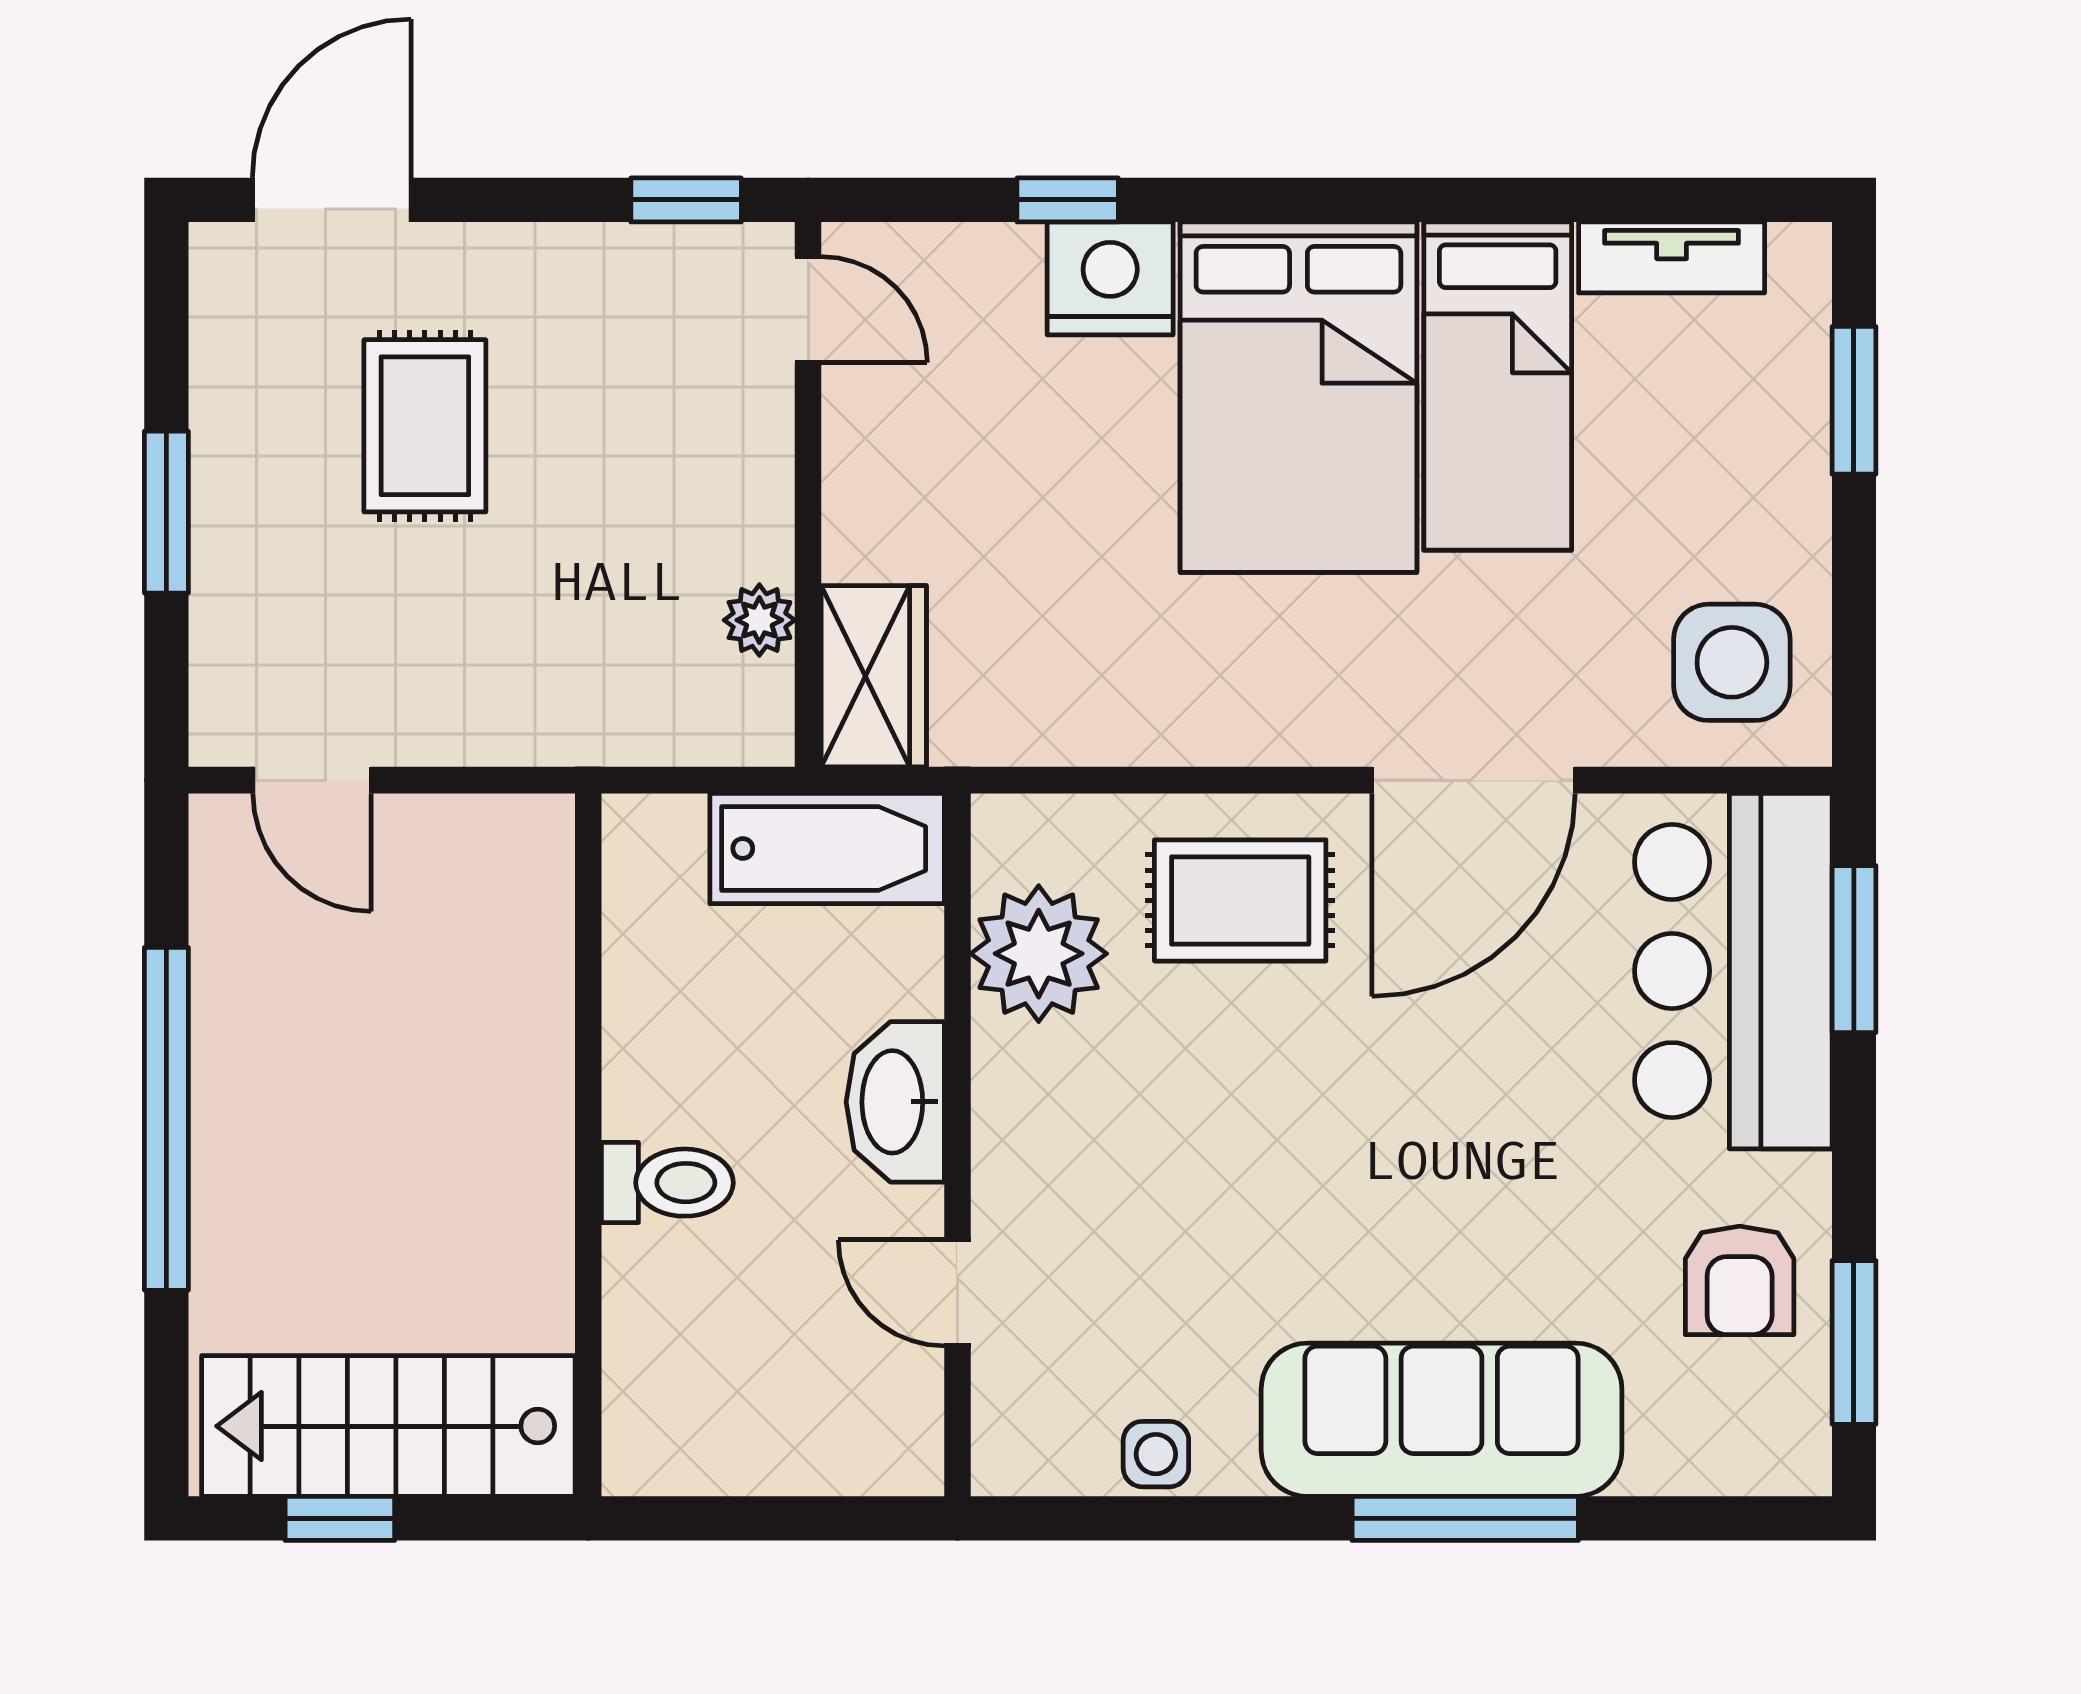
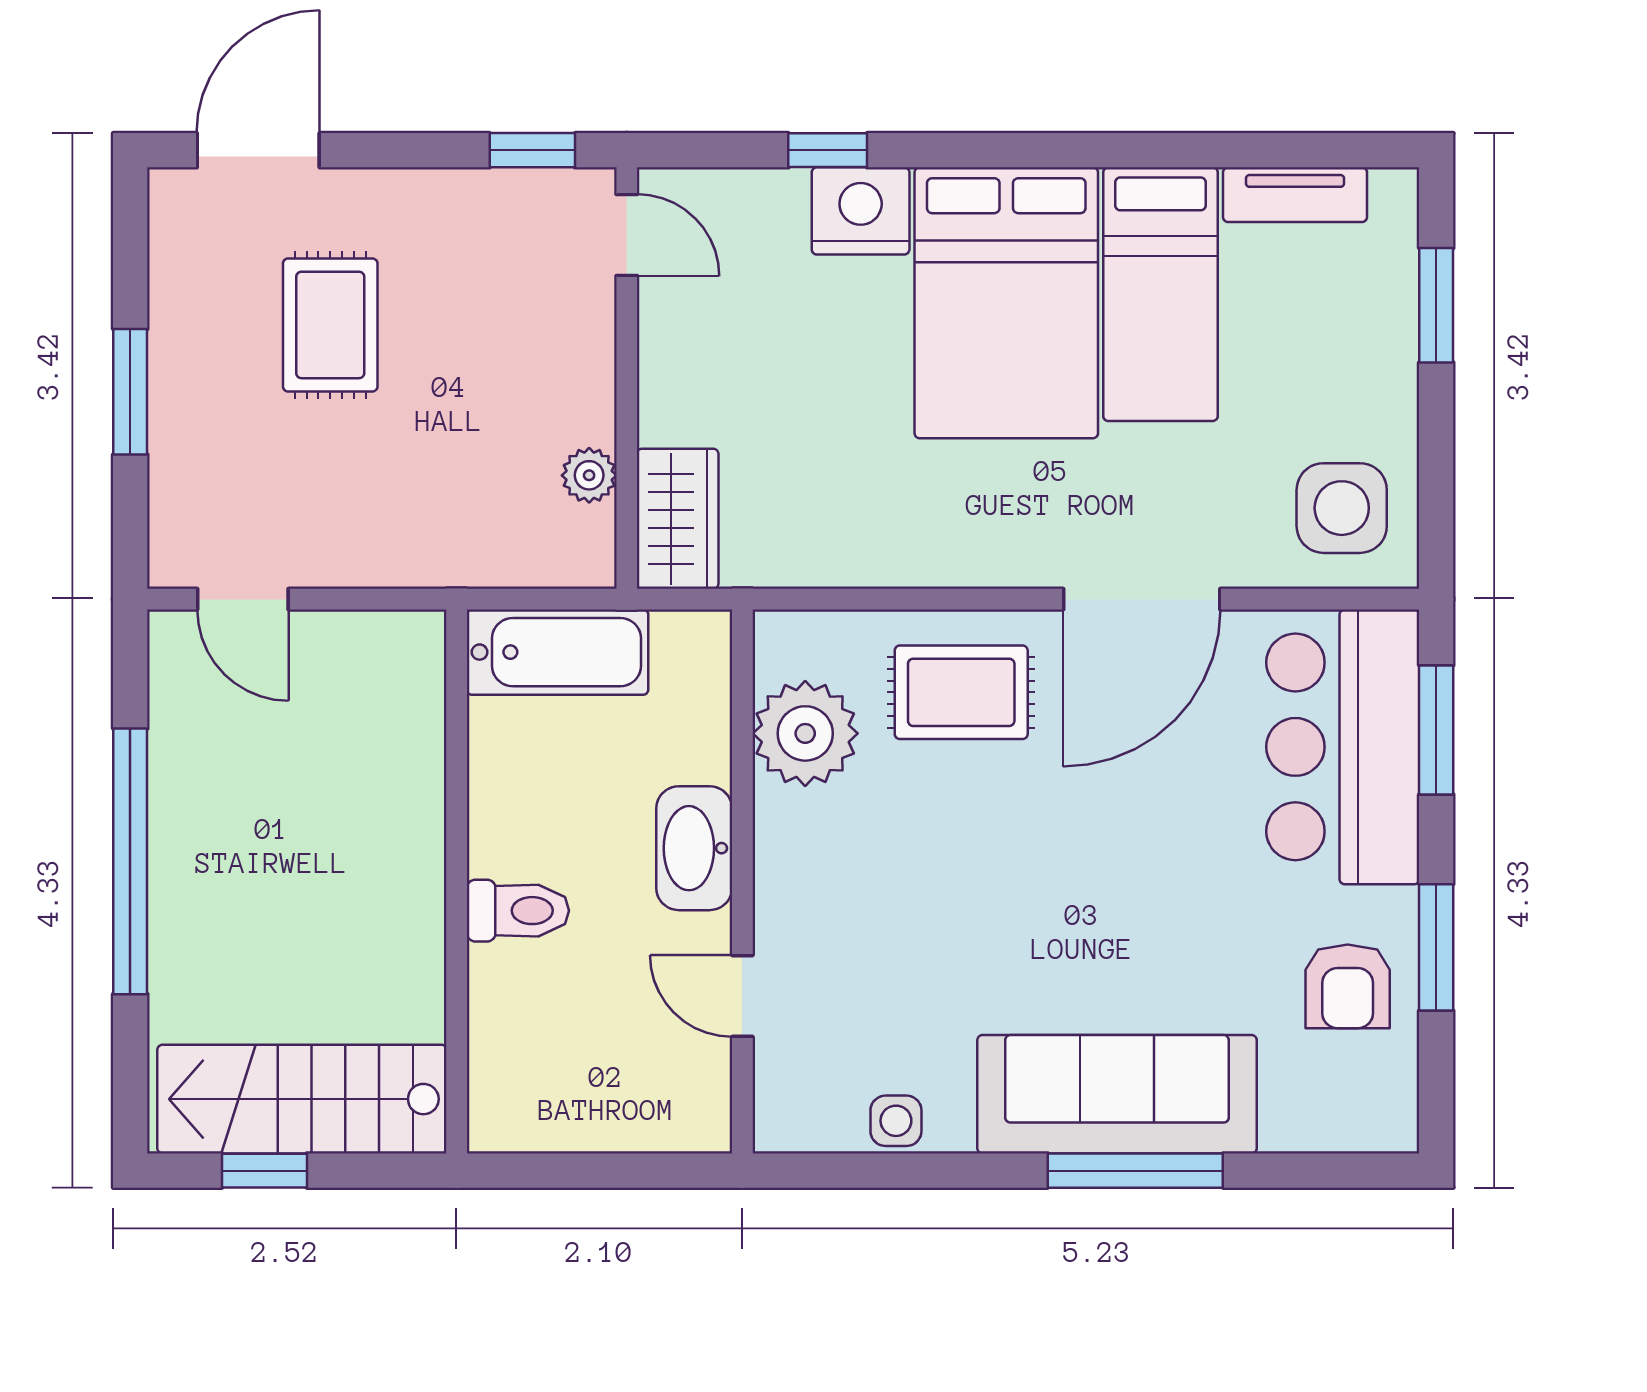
bathtub: (827, 848) -> (558, 652), moved
window: (1854, 1342) -> (1436, 947), moved

